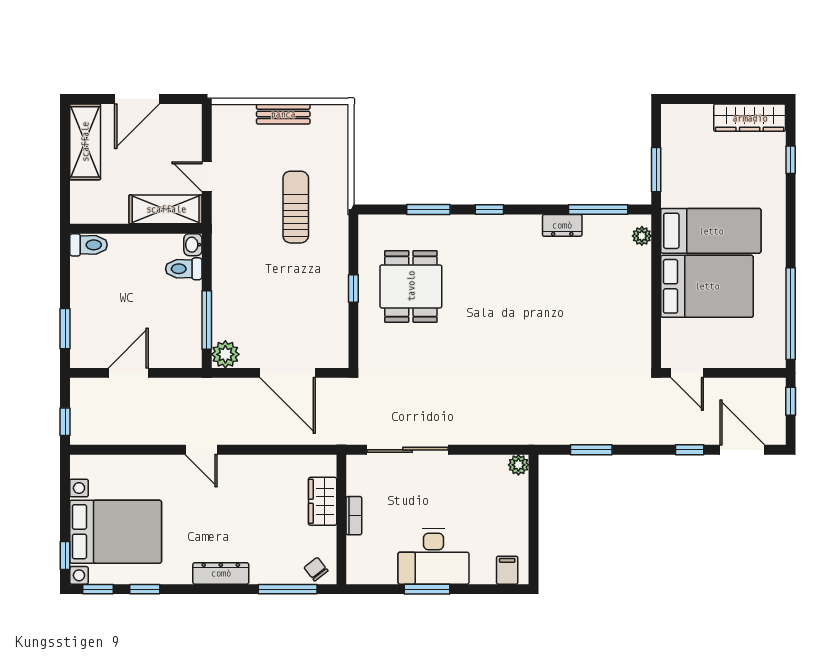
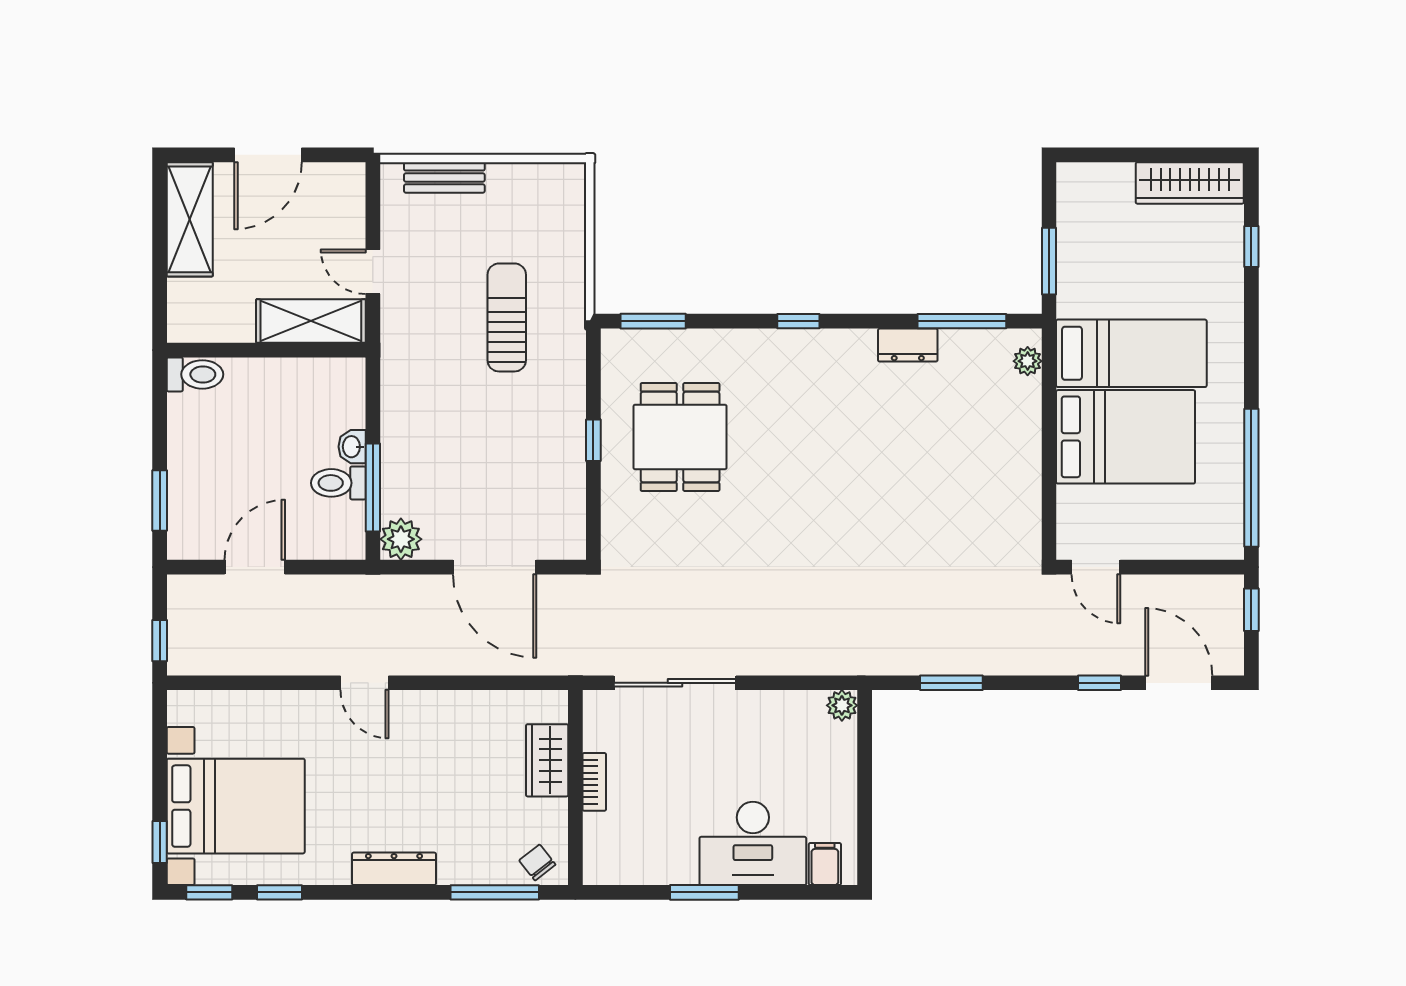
bench: (283, 114) -> (444, 177), moved
window: (428, 209) -> (653, 321), moved
washbasin: (193, 245) -> (352, 447), moved
toilet: (184, 269) -> (338, 483), moved
desk: (433, 557) -> (753, 843), moved

